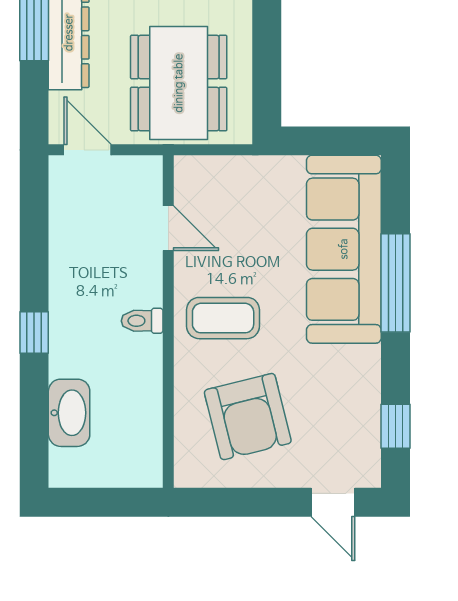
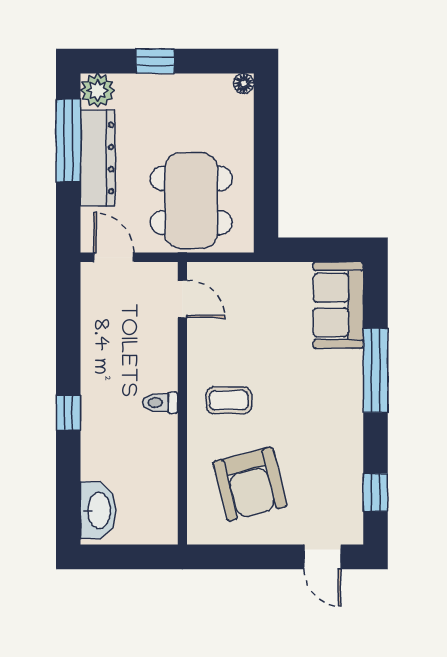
door: (168, 228) -> (182, 299), moved
sofa: (344, 249) -> (338, 305), width x0.54, depth x0.79
coffee table: (223, 318) -> (229, 400), width x0.73, depth x0.77
washbasin: (69, 413) -> (98, 510), moved

